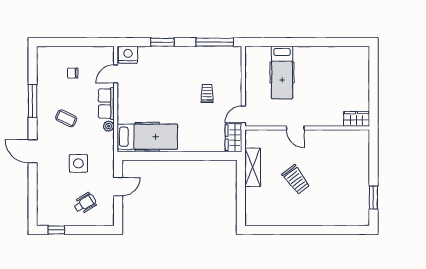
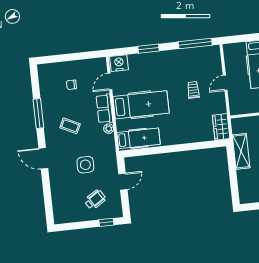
hospital bed: (147, 104) -> (141, 105), added
door: (243, 114) -> (225, 83), moved
hospital bed: (147, 137) -> (138, 138), width x0.73, depth x0.78
window: (56, 230) -> (106, 222), moved

